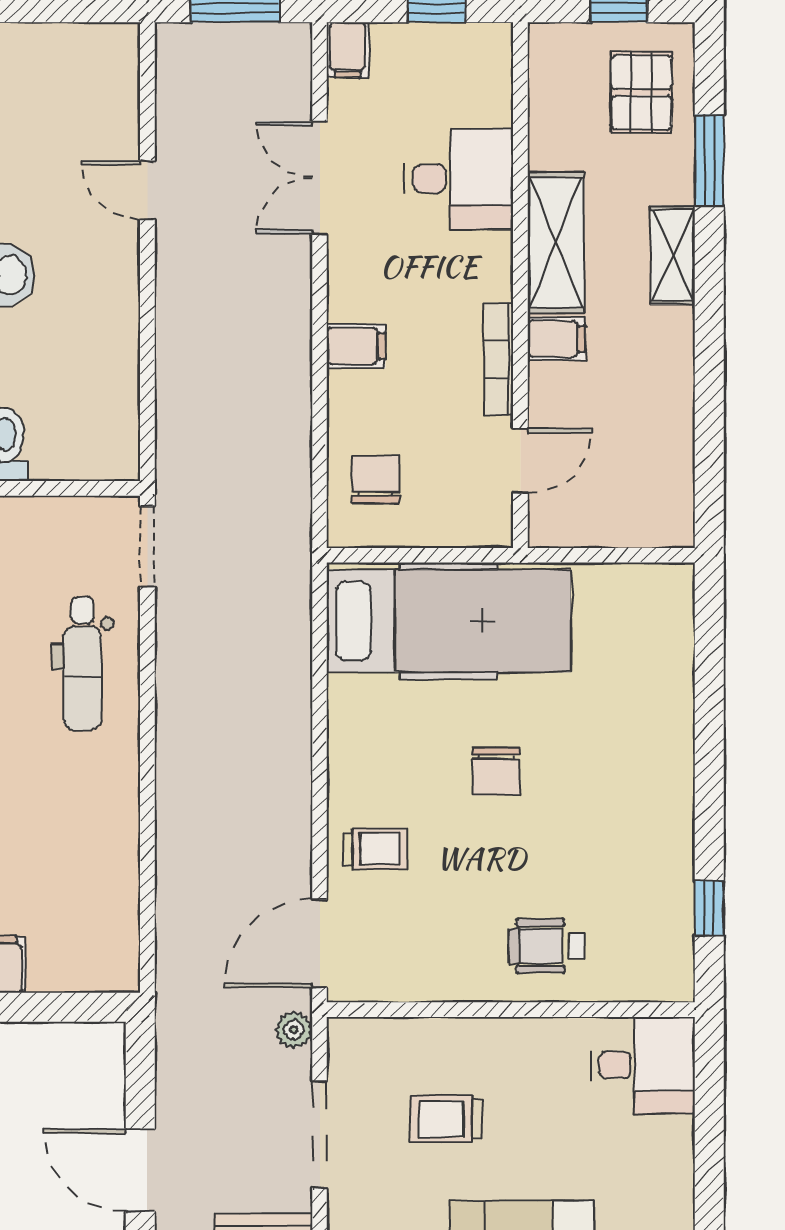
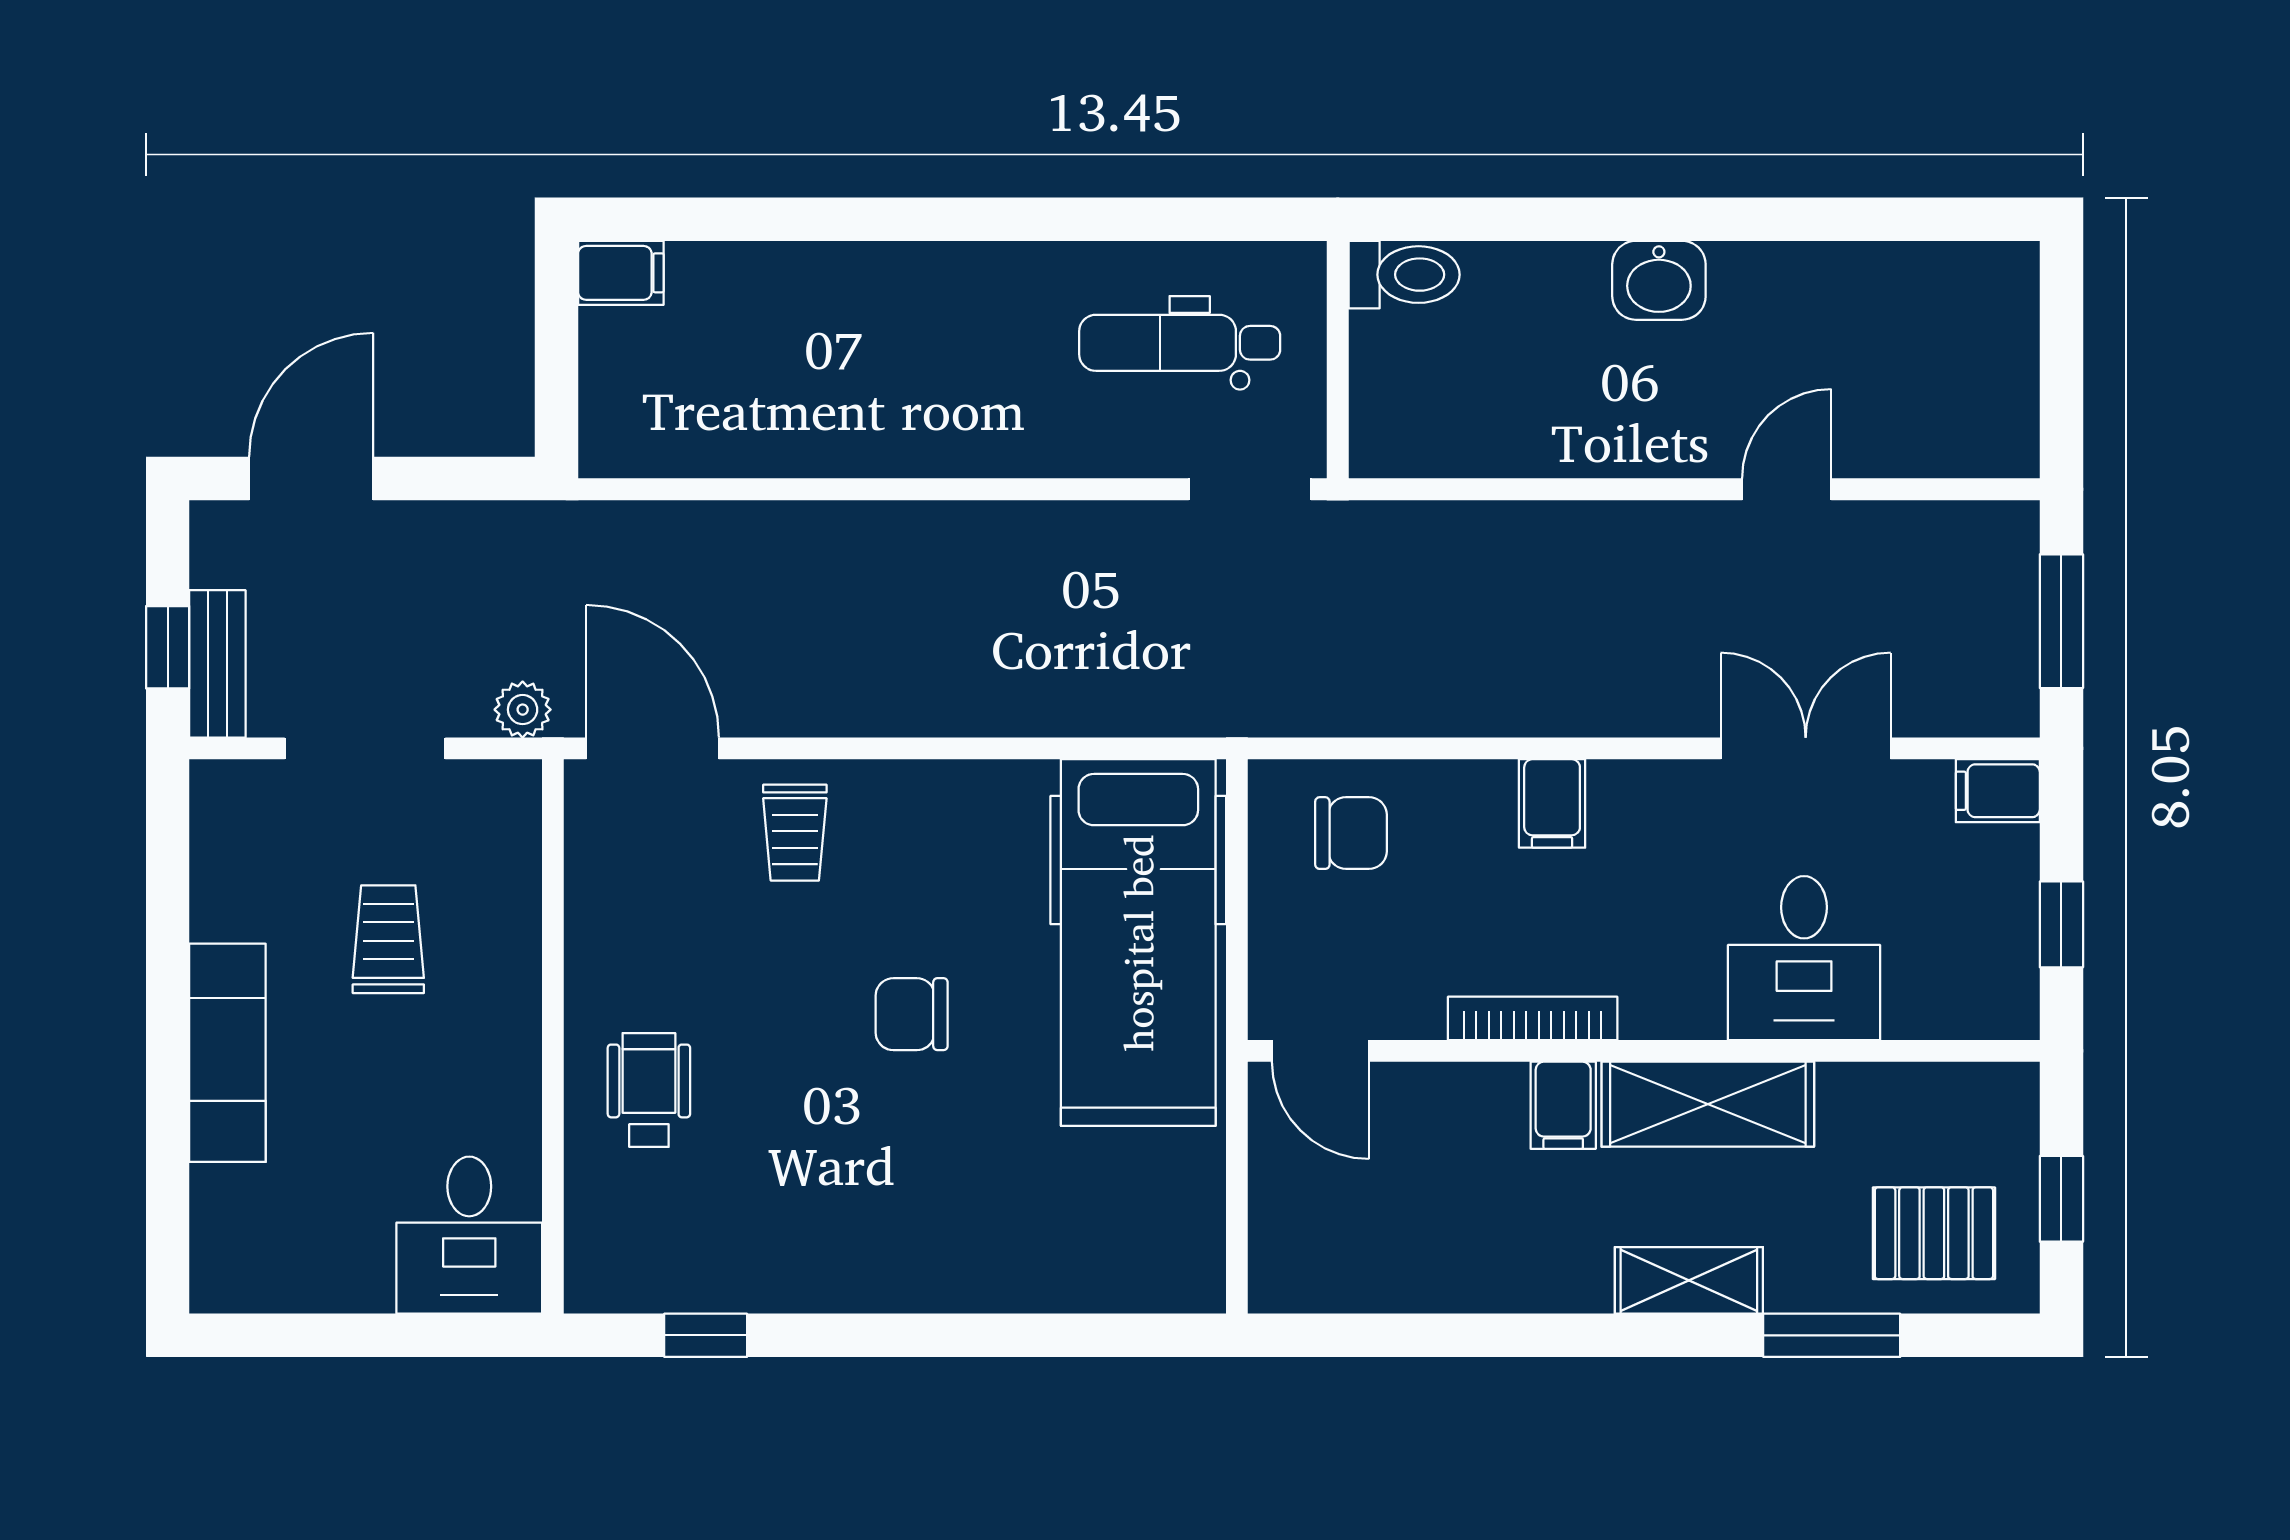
door: (520, 461) -> (1320, 1051), moved
dental chair: (82, 664) -> (1180, 343), moved

